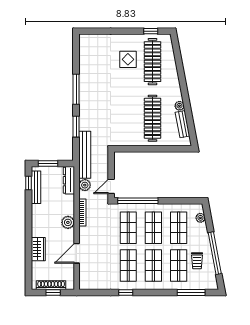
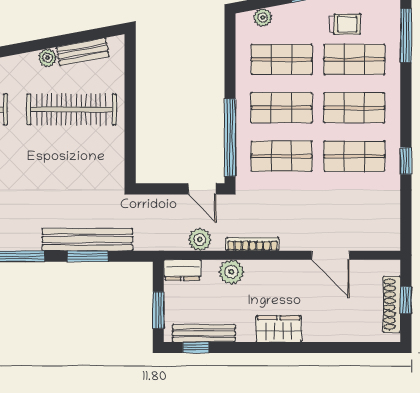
bench: (85, 155) -> (87, 240), moved
dresser: (69, 180) -> (182, 270), width x0.70
plant: (68, 222) -> (231, 272), moved
wardrobe: (38, 249) -> (279, 329), moved

